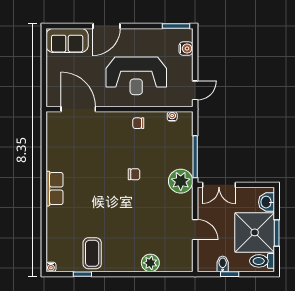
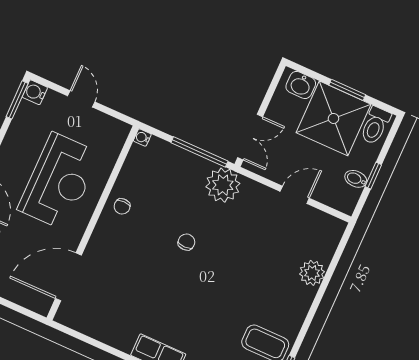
water cooler: (186, 49) -> (35, 92), moved, turned -90
door: (195, 90) -> (81, 99), moved
water cooler: (172, 116) -> (142, 137), moved

